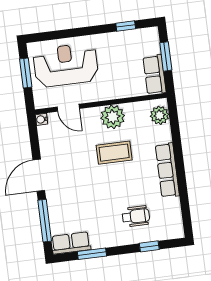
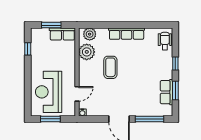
plant: (113, 117) -> (87, 52), moved
wheelchair: (136, 216) -> (165, 41), moved
row of seats: (71, 243) -> (166, 92), moved
window: (149, 246) -> (175, 64), moved

